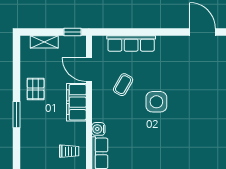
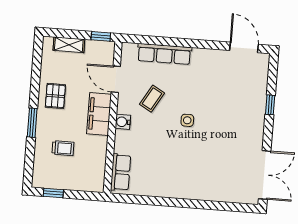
side table: (156, 102) -> (187, 120), width x0.54, depth x0.54
water cooler: (98, 129) -> (123, 122), moved
trolley: (69, 151) -> (63, 148), moved

